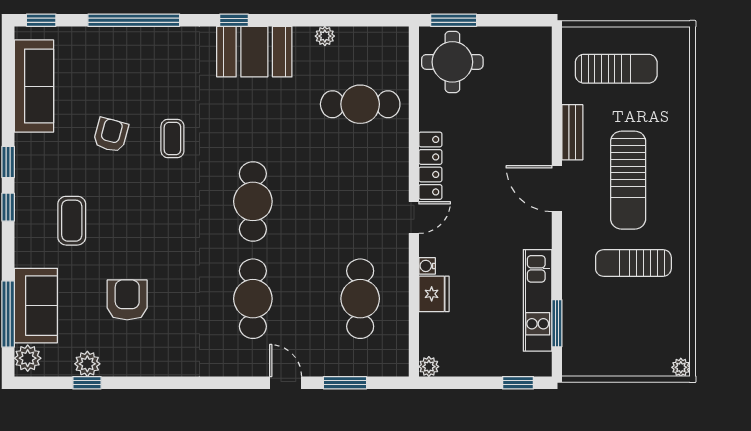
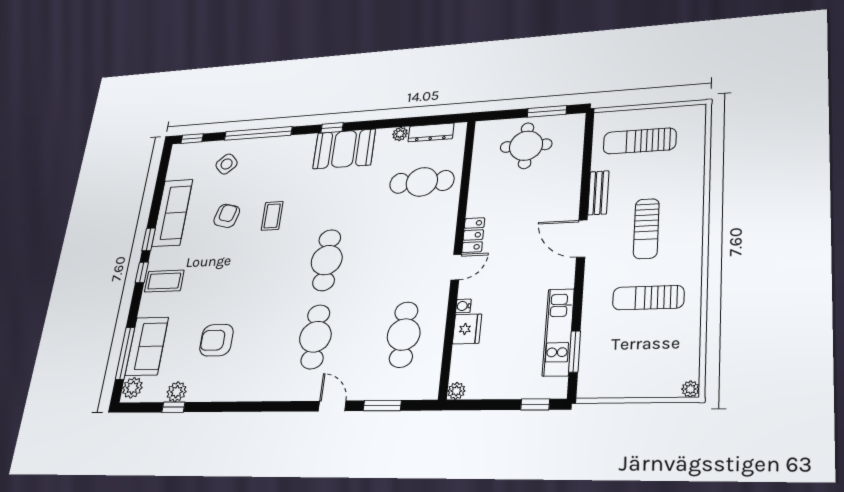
window: (454, 20) -> (547, 111), moved
dresser: (364, 37) -> (431, 132), added
side table: (97, 61) -> (227, 164), added
round table: (452, 62) -> (526, 146), moved
sun lounger: (616, 69) -> (640, 141), turned 180
sofa: (34, 86) -> (172, 213), moved
locker: (430, 166) -> (473, 235), width x0.66
sun lounger: (628, 180) -> (646, 229), width x0.73, depth x0.75
coffee table: (72, 221) -> (164, 281), moved, turned 90
armchair: (127, 300) -> (216, 340), turned -90

